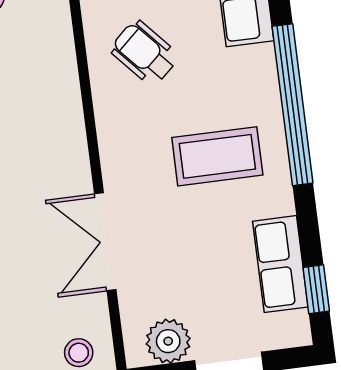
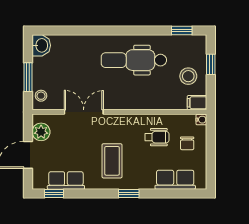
wheelchair: (144, 53) -> (157, 137), turned 42
window: (293, 105) -> (129, 193), width x0.32

